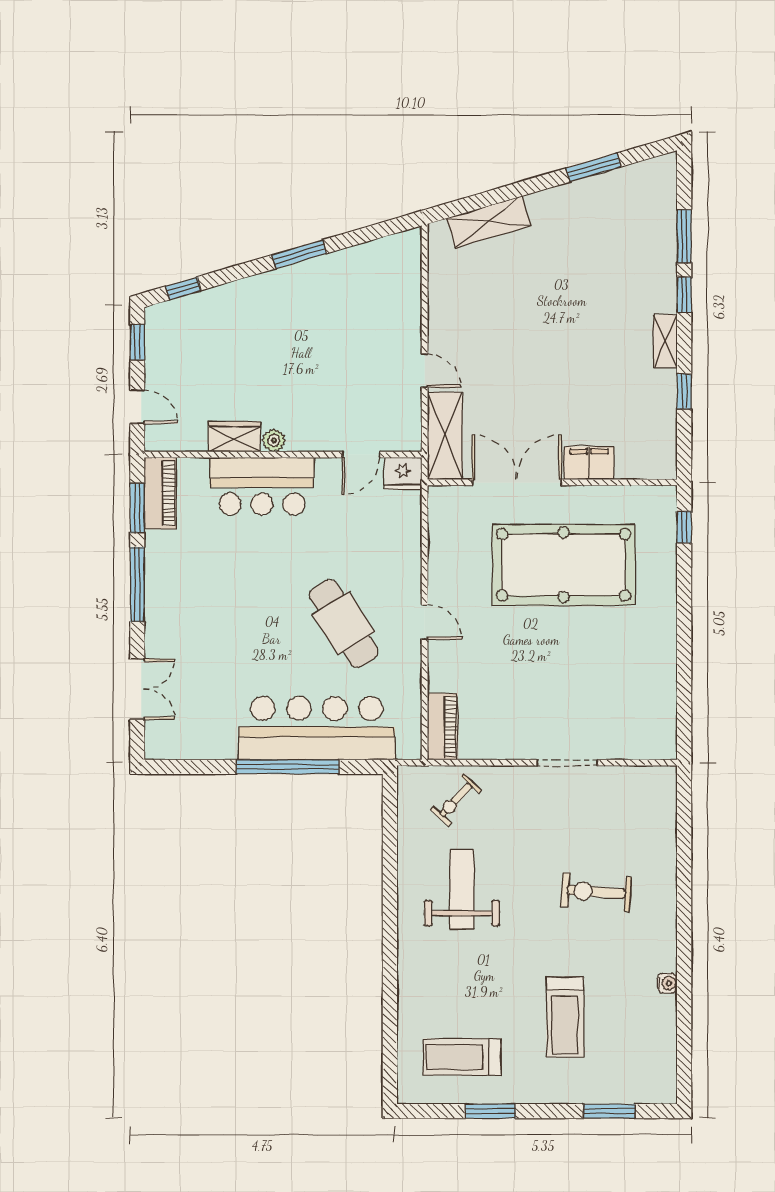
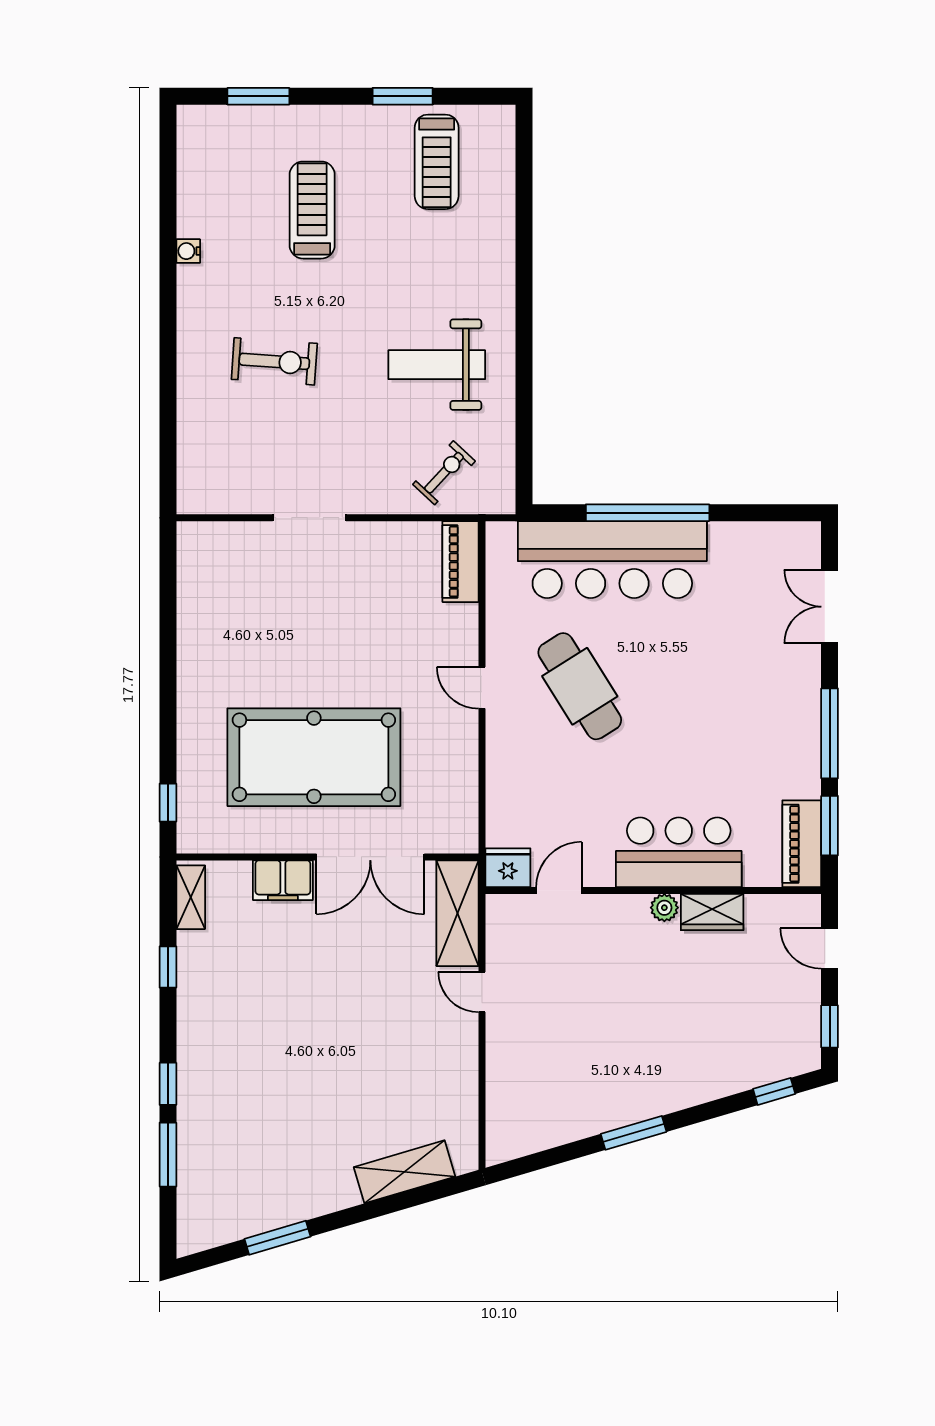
shelving: (665, 341) -> (191, 897), moved
weight bench: (462, 889) -> (437, 365), turned 90
treadmill: (462, 1057) -> (437, 162), turned 90

